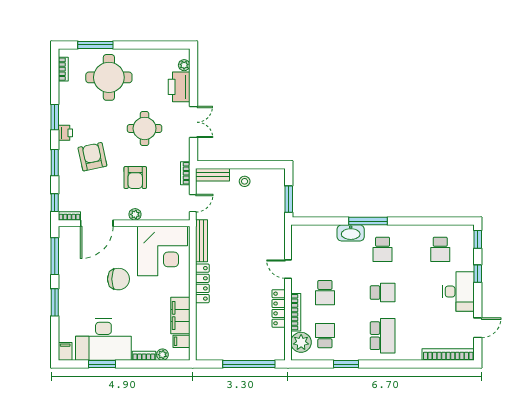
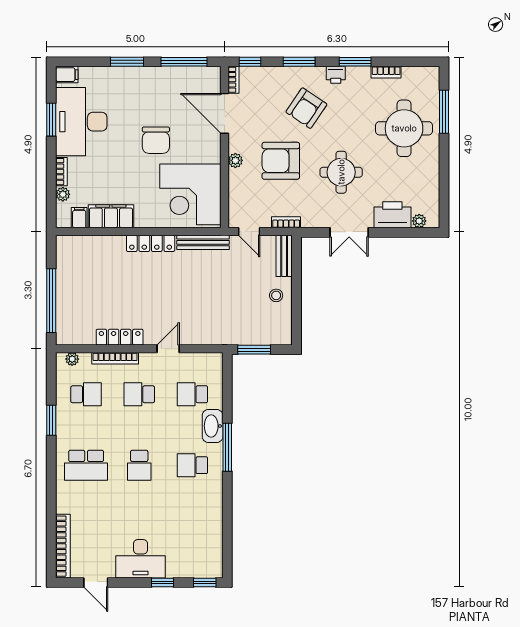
bookcase: (63, 69) -> (386, 72), moved
armchair: (92, 157) -> (306, 108), turned 136
armchair: (135, 178) -> (281, 161), width x1.36, depth x1.36
school desk: (440, 249) -> (192, 394), moved
plant: (301, 342) -> (72, 359), width x0.53, depth x0.53

